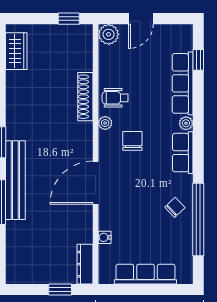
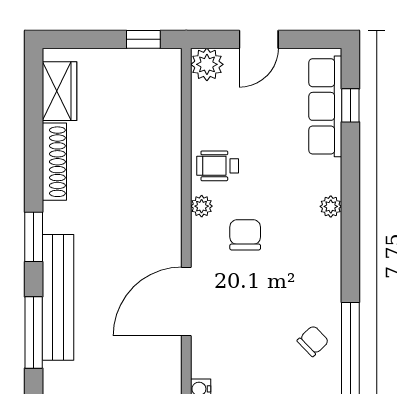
row of seats: (183, 83) -> (325, 106), moved
shoe rack: (85, 97) -> (54, 162), moved, turned 180
row of seats: (183, 153) -> (326, 253), removed

